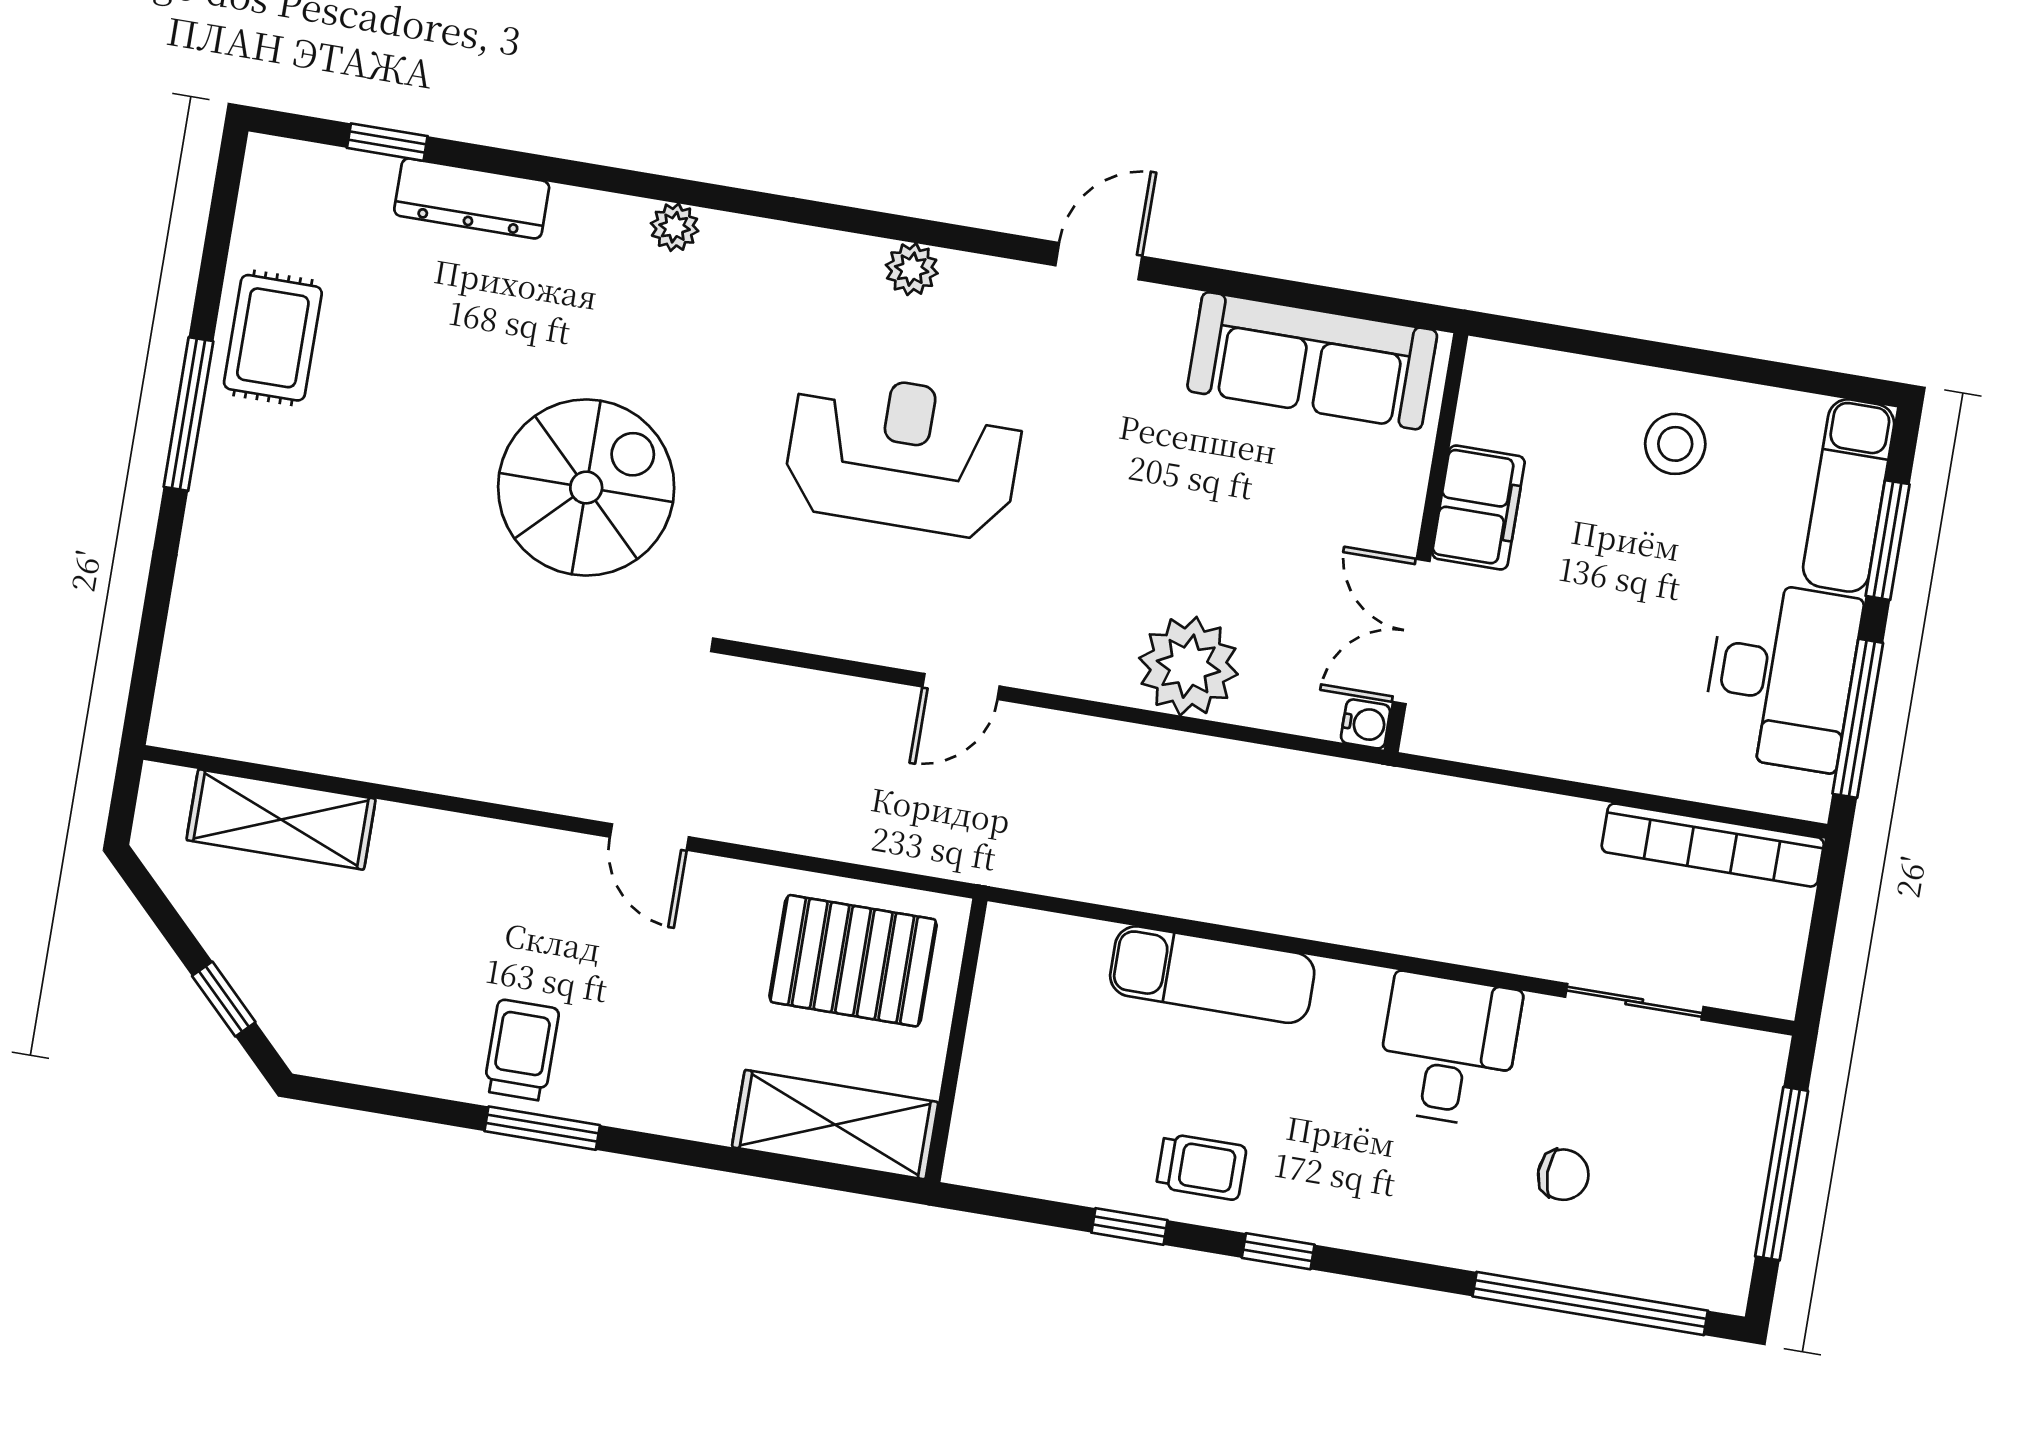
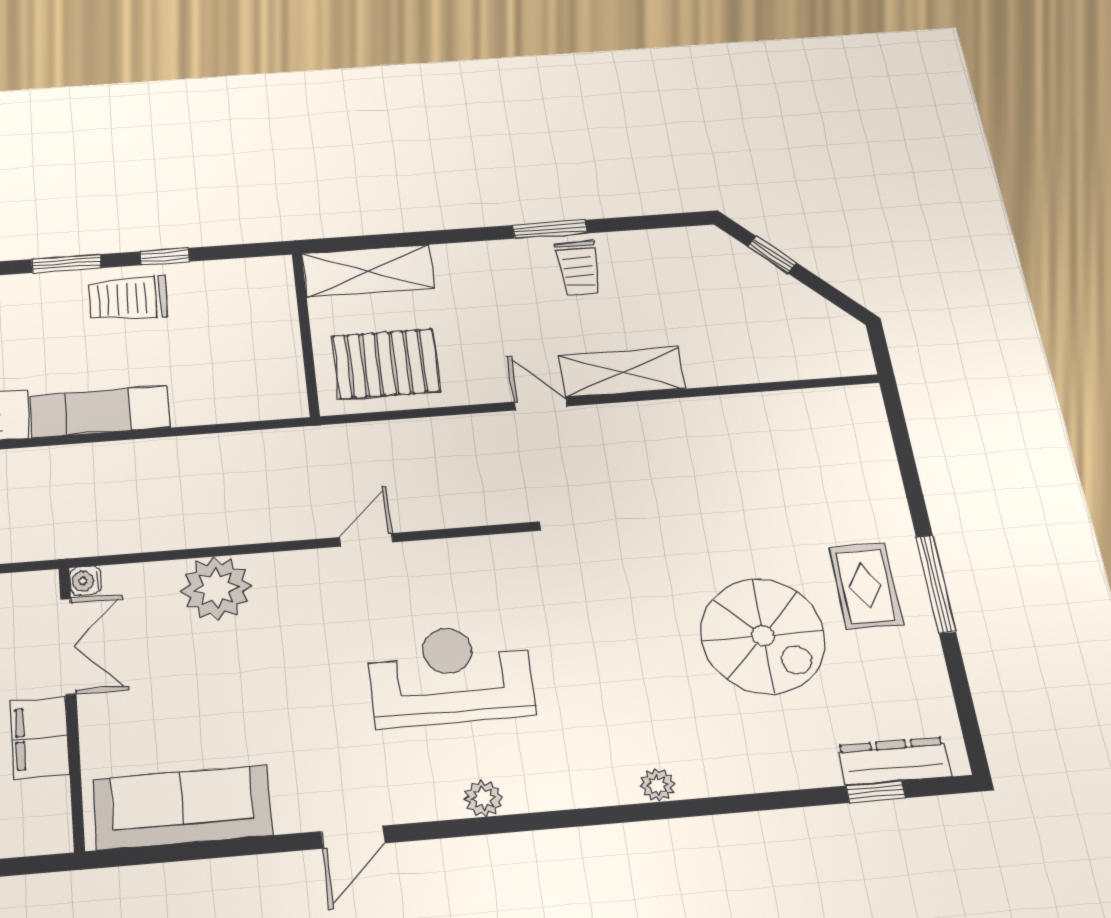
dresser: (472, 198) -> (894, 761), moved
rug: (273, 338) -> (866, 586), moved
reception desk: (903, 455) -> (451, 675), turned 180
spiral stairs: (586, 488) -> (763, 636), moved, turned -90
shelving: (281, 819) -> (622, 372), moved
exam couch: (1212, 975) -> (100, 412), moved
trolley: (1201, 1167) -> (128, 299), width x1.36, depth x1.39
window: (1278, 1251) -> (66, 264), width x1.50

